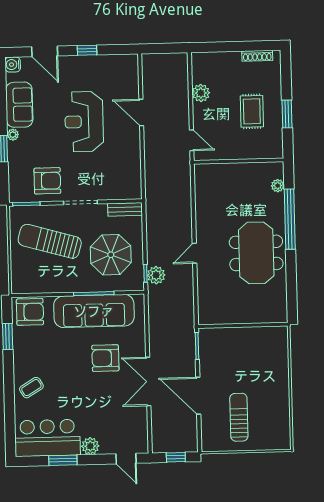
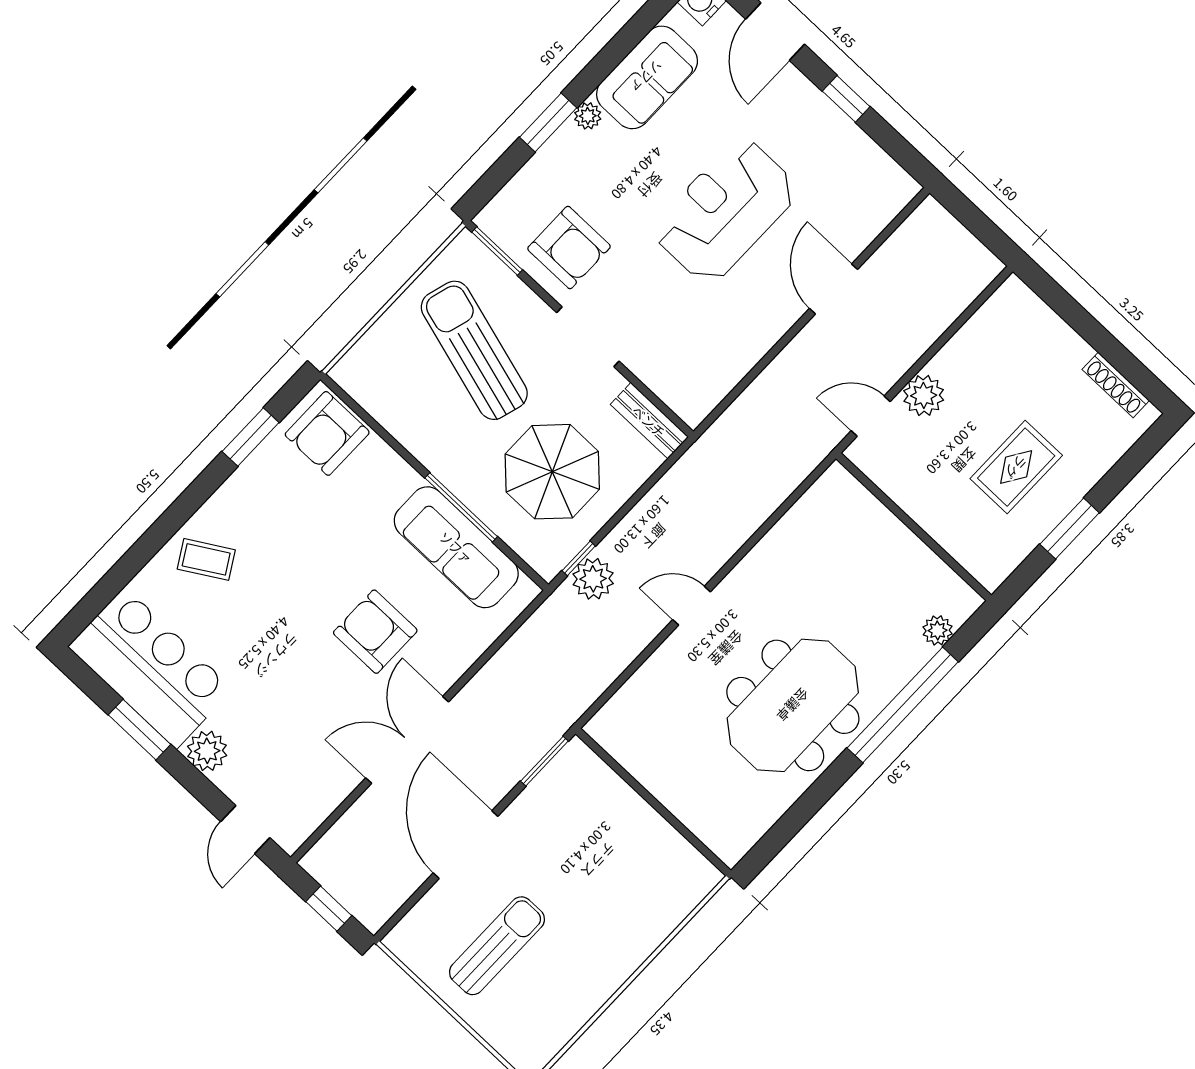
plant: (201, 93) -> (924, 395), moved
door: (192, 140) -> (871, 416), swing flipped
sofa: (94, 311) -> (456, 547), width x0.74, depth x0.79
armchair: (30, 312) -> (327, 433), turned 90

